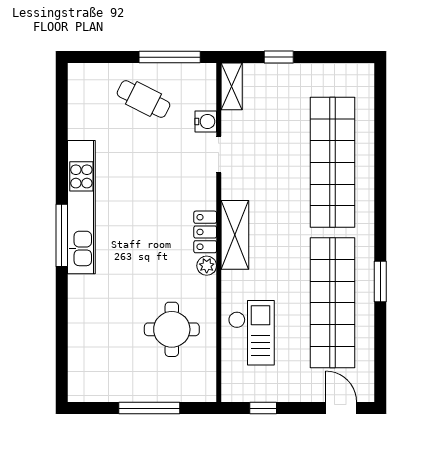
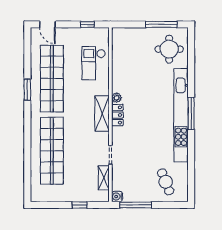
shelving: (232, 86) -> (104, 178), moved
cafe table: (143, 99) -> (166, 182), moved, turned 41
water cooler: (206, 121) -> (117, 197), moved
kitchen unit: (81, 207) -> (181, 115), width x1.36
round table: (172, 329) -> (169, 49), moved
window: (149, 408) -> (161, 24), moved

